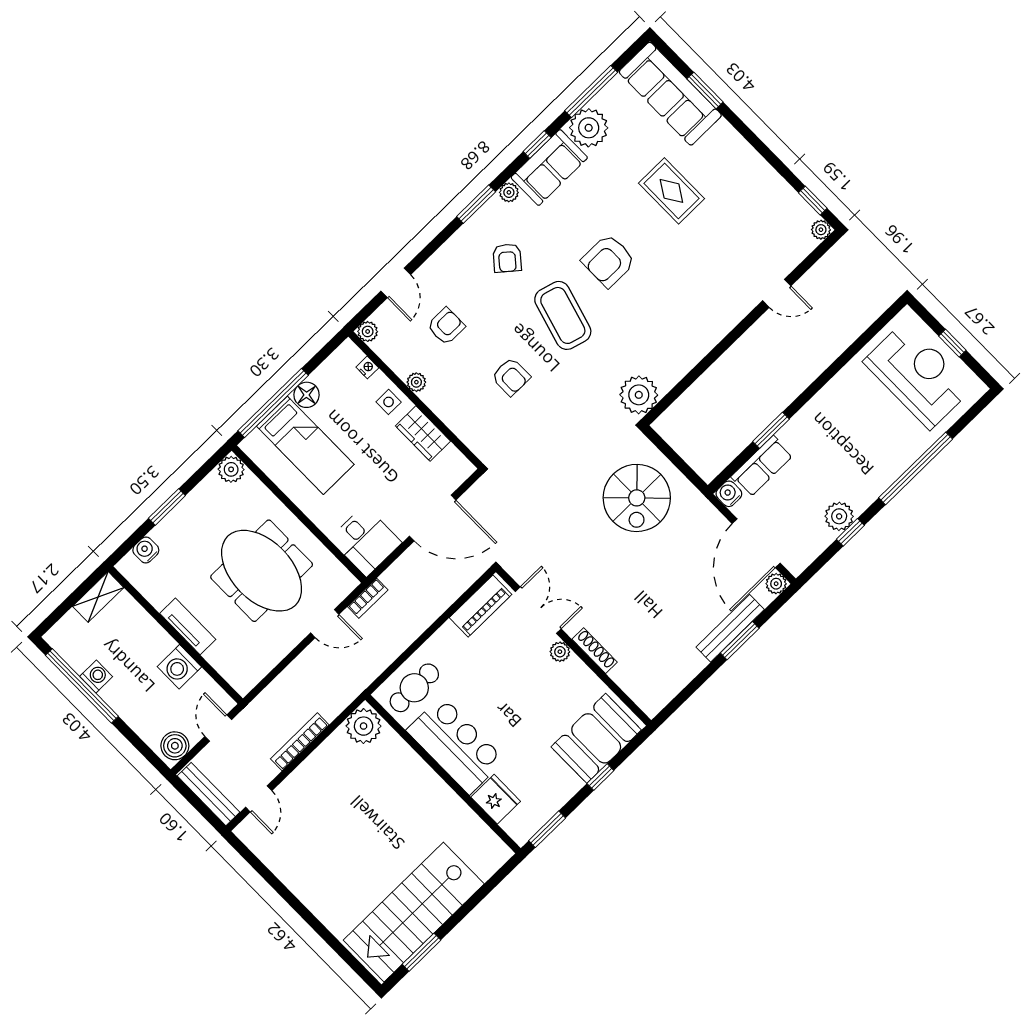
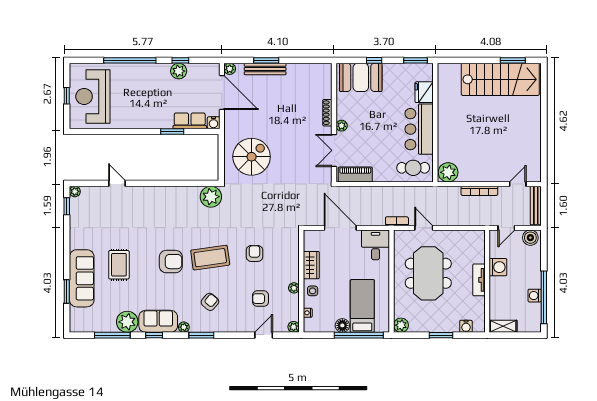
sofa: (670, 94) -> (82, 278), moved
coffee table: (563, 315) -> (210, 258), turned 66
door: (756, 543) -> (222, 92), hinge flipped

